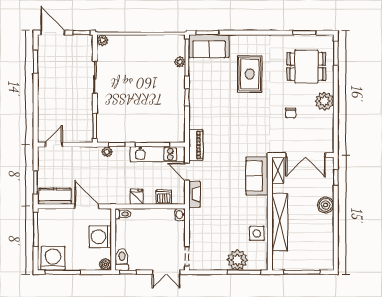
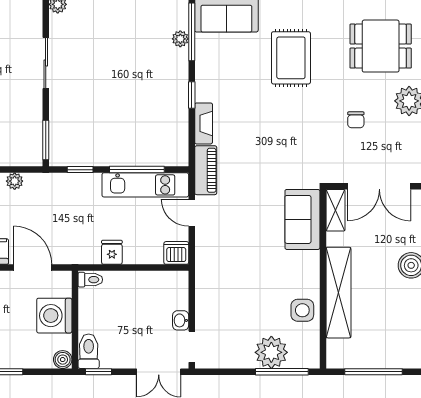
plant: (107, 152) -> (15, 181), moved
fireplace: (195, 194) -> (204, 123), moved
dishwasher: (164, 197) -> (176, 253), moved
washbasin: (180, 215) -> (181, 320), moved

